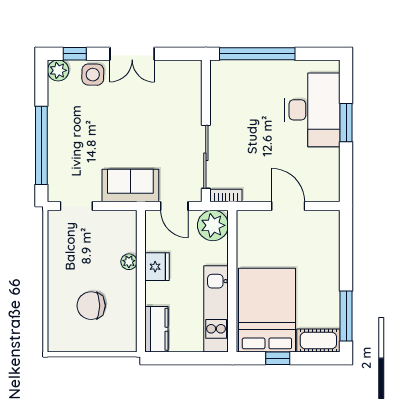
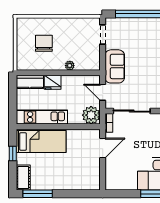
door: (174, 206) -> (103, 92), hinge flipped
door: (288, 206) -> (103, 148), moved
fridge: (157, 267) -> (53, 82), moved
bed: (267, 310) -> (41, 141), width x0.67

